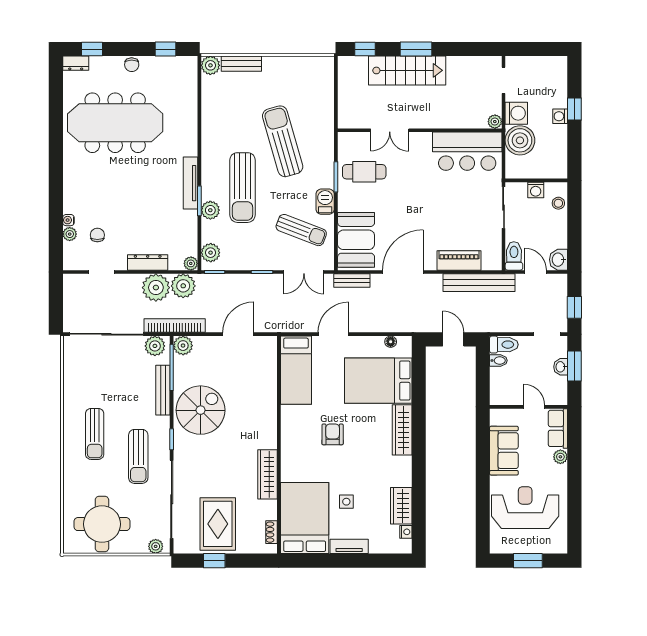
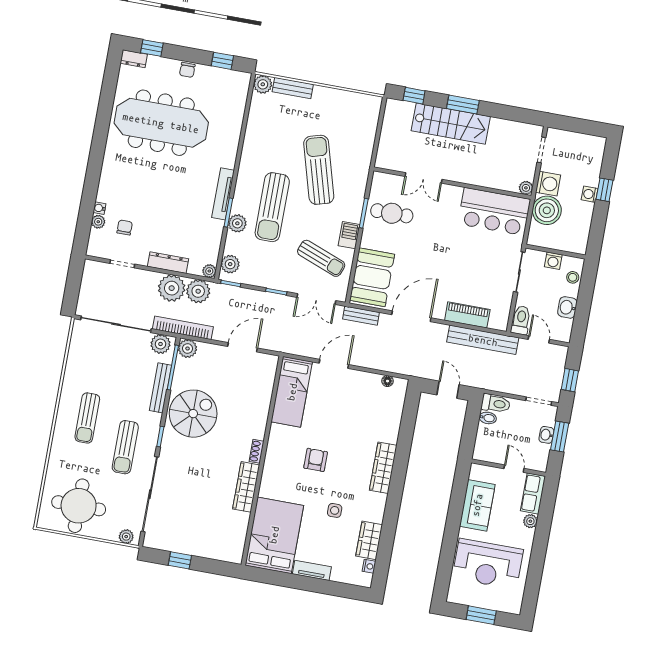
washbasin: (559, 260) -> (567, 307), moved
bed: (378, 381) -> (369, 416), removed
side table: (346, 502) -> (335, 510), moved
reception desk: (525, 508) -> (488, 564), turned 180
rug: (218, 524) -> (190, 526), removed
shoe rack: (271, 532) -> (257, 451), moved

